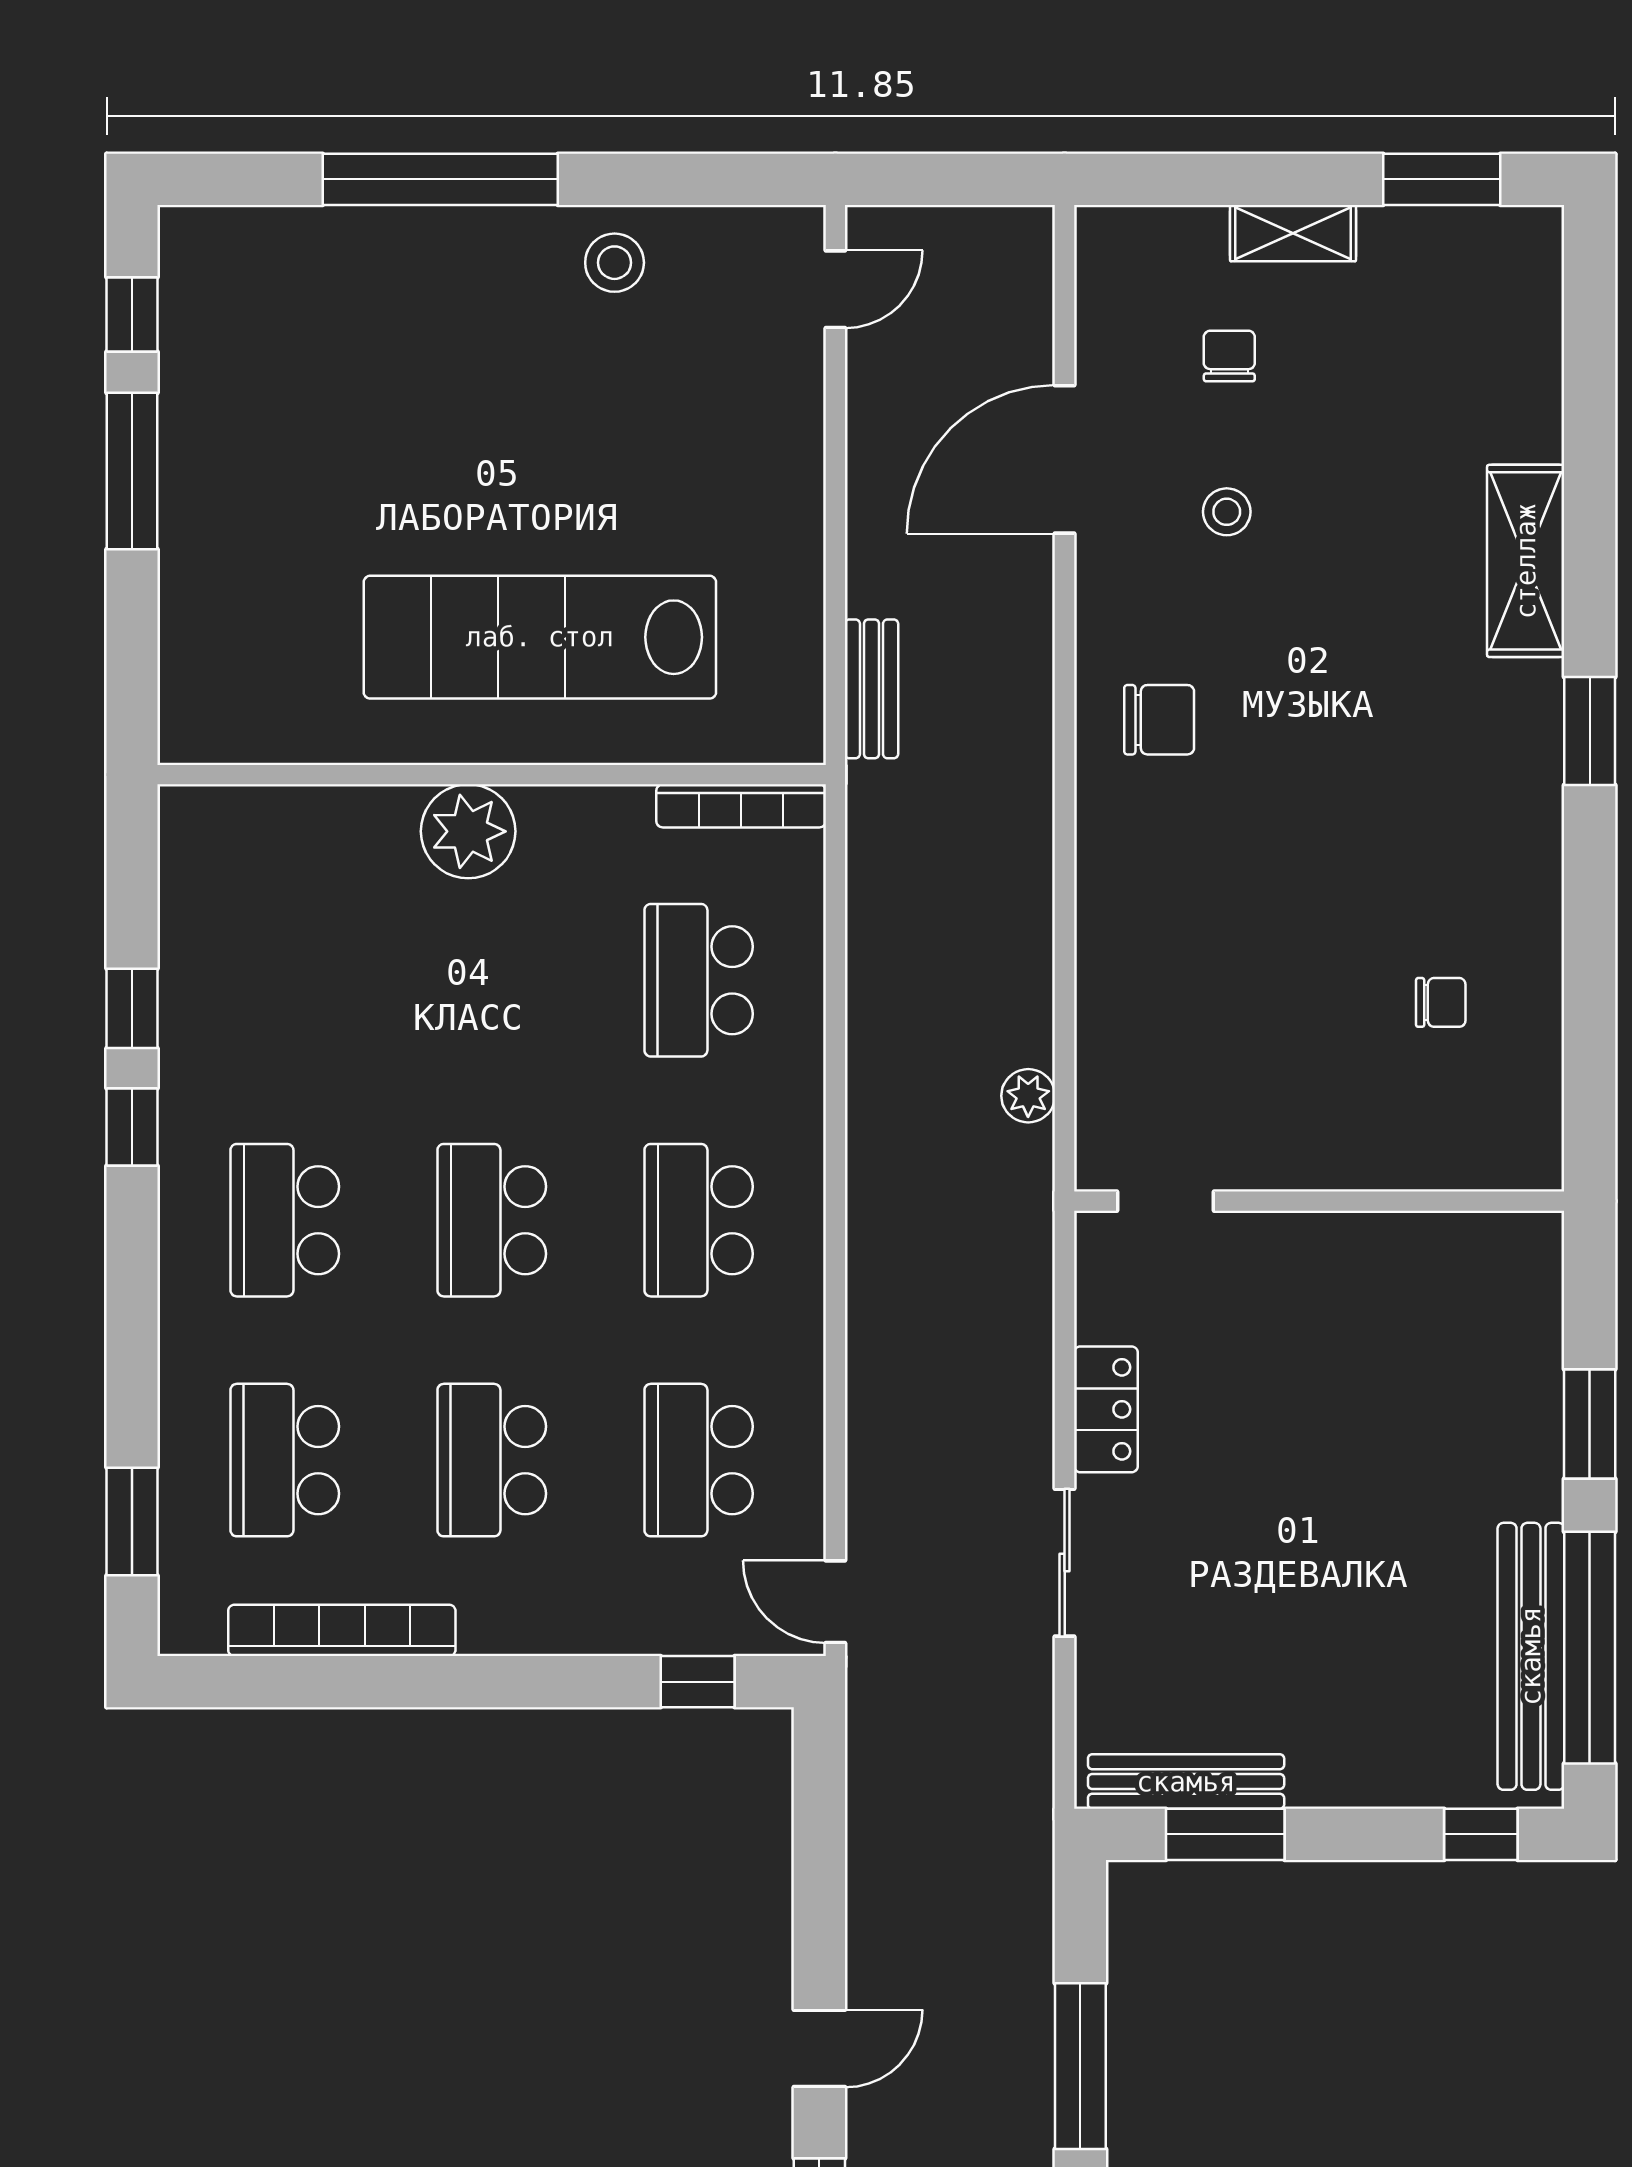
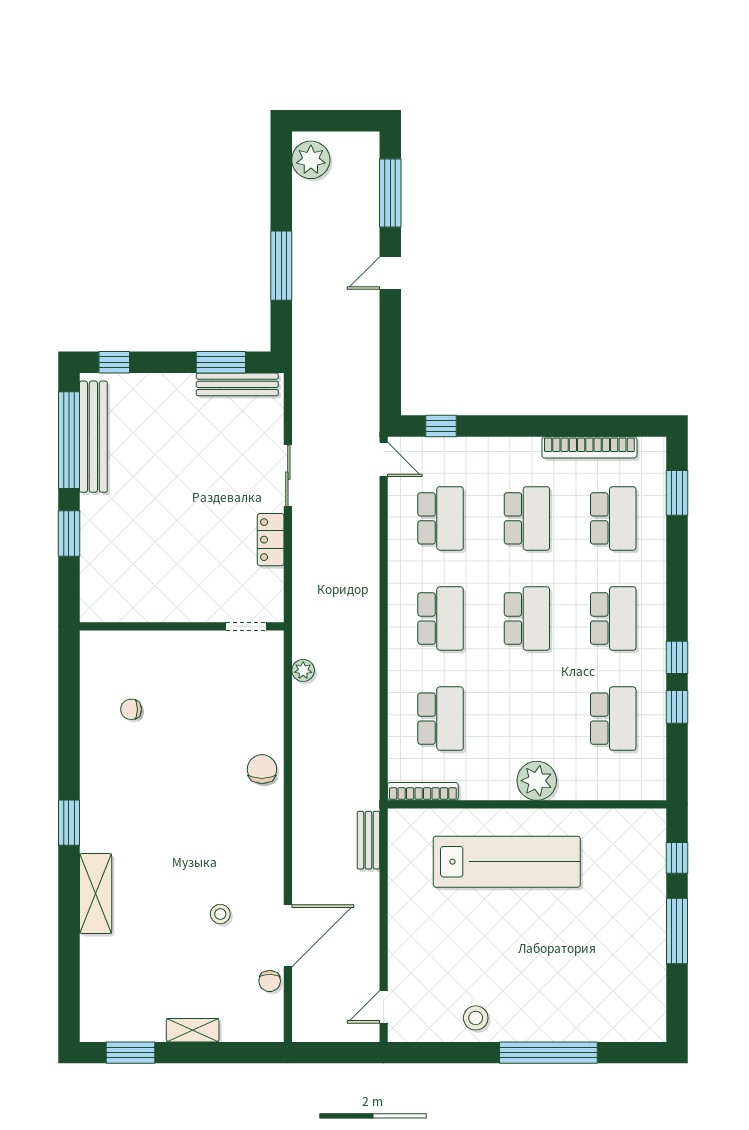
window: (132, 315) -> (677, 858), moved
chair: (1229, 356) -> (270, 981), moved
chair: (1159, 720) -> (262, 769), moved, turned 90
school desk: (285, 980) -> (613, 719), added

